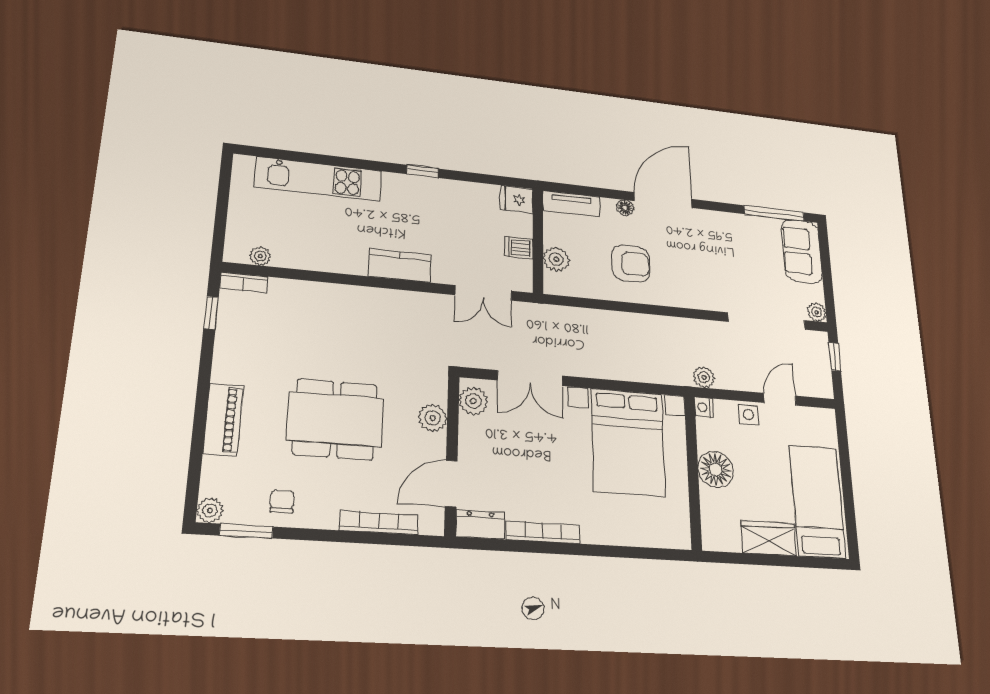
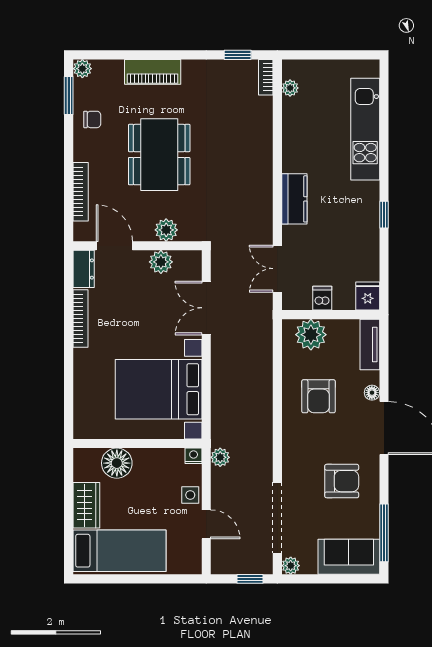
armchair: (722, 250) -> (342, 481), added
plant: (556, 259) -> (311, 335), width x1.36, depth x1.36
plant: (473, 401) -> (161, 262), moved
floor lamp: (716, 469) -> (117, 463), moved

